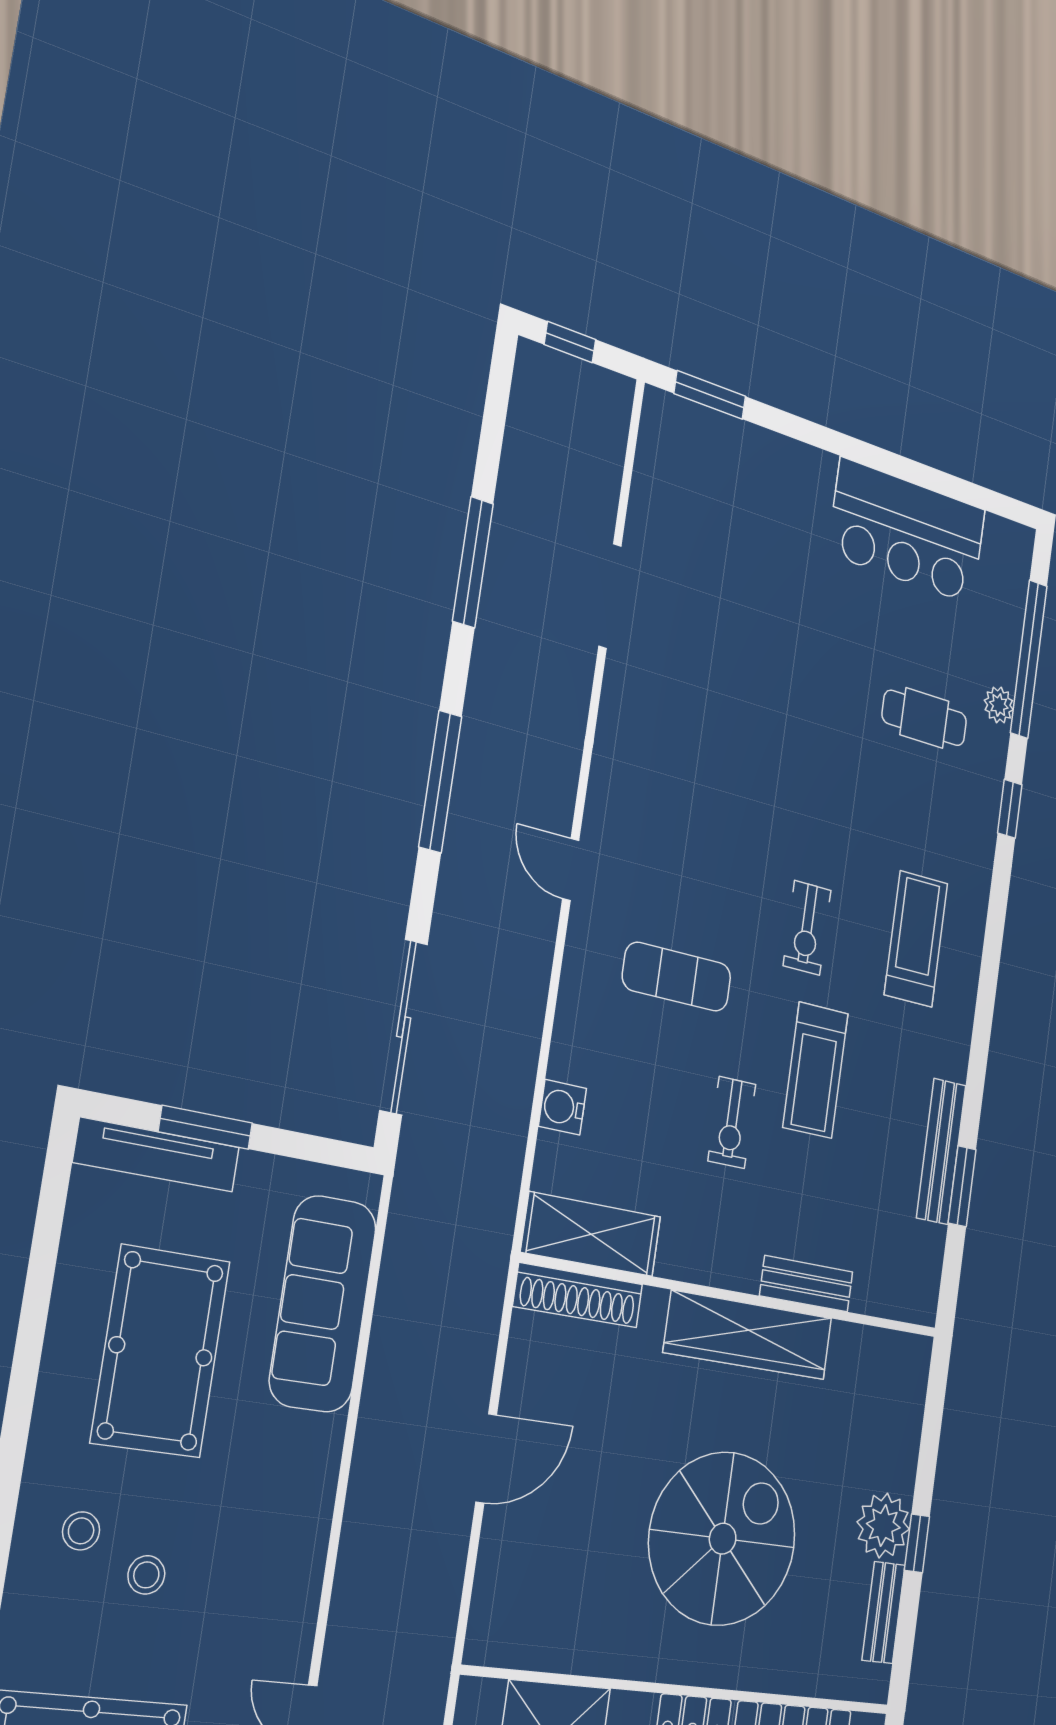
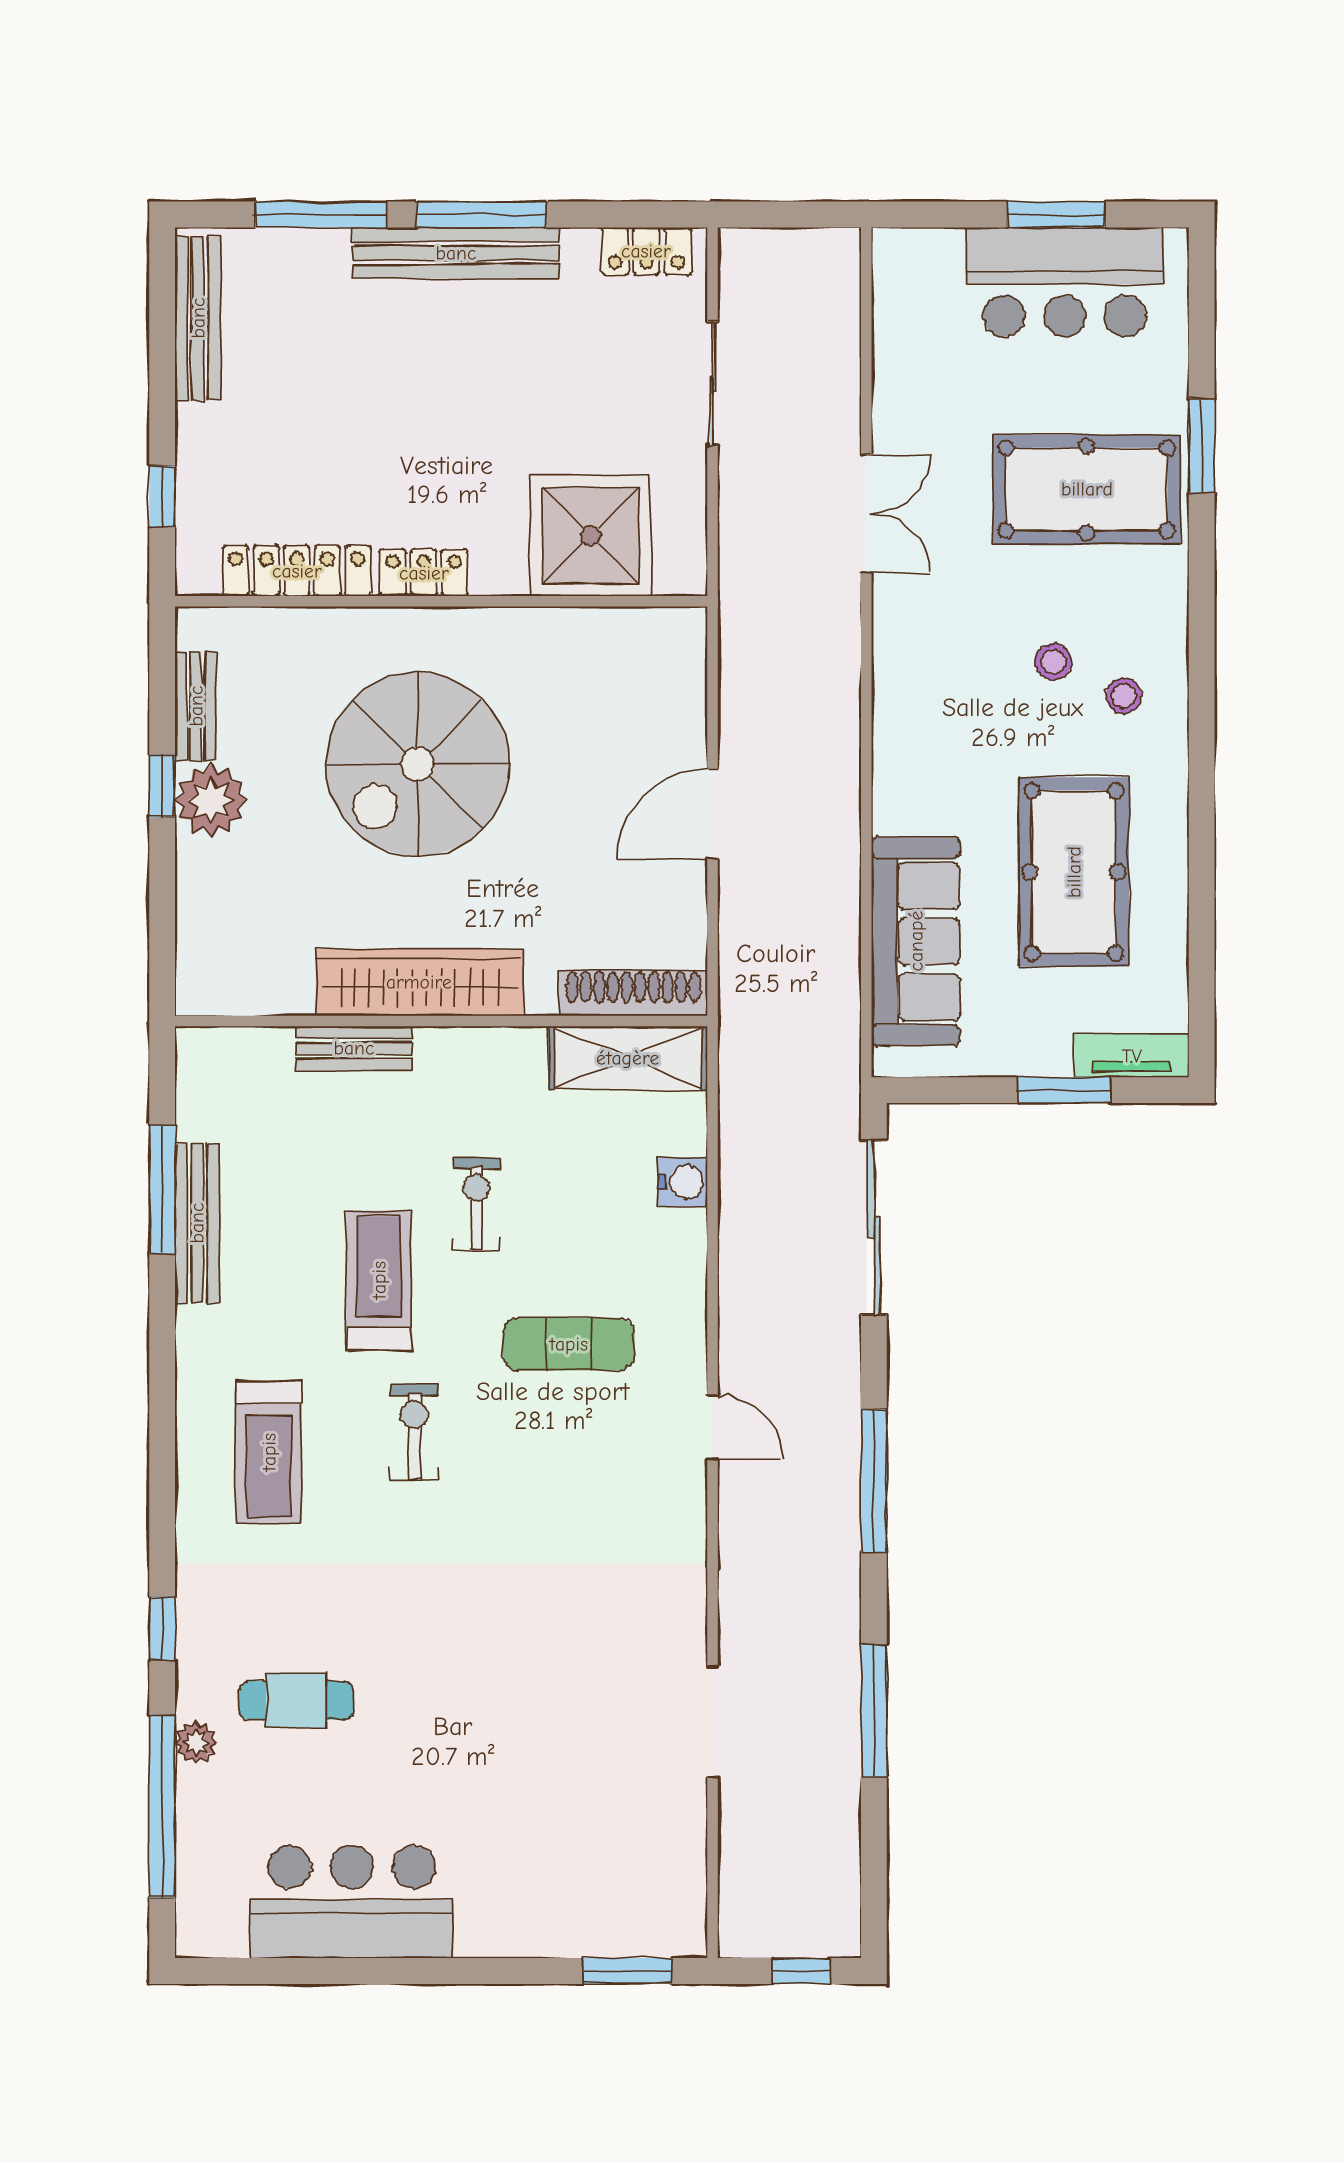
tv unit: (157, 1155) -> (1132, 1056), width x0.71
window: (962, 1186) -> (162, 1189), width x1.44

